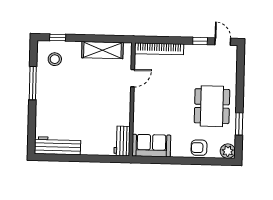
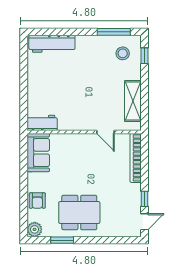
window: (33, 83) -> (114, 32), moved
workbench: (58, 146) -> (52, 44), moved, turned 90
armchair: (199, 148) -> (37, 201), turned 180

